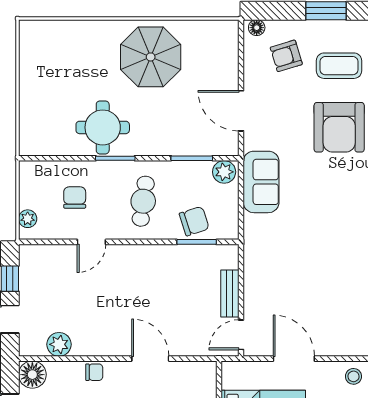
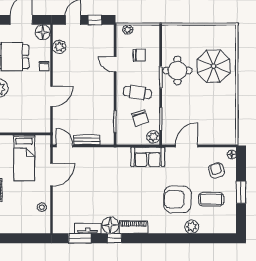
parasol: (151, 57) -> (213, 66), moved
coffee table: (339, 66) -> (211, 199), turned 90
chair: (194, 221) -> (140, 118), moved

